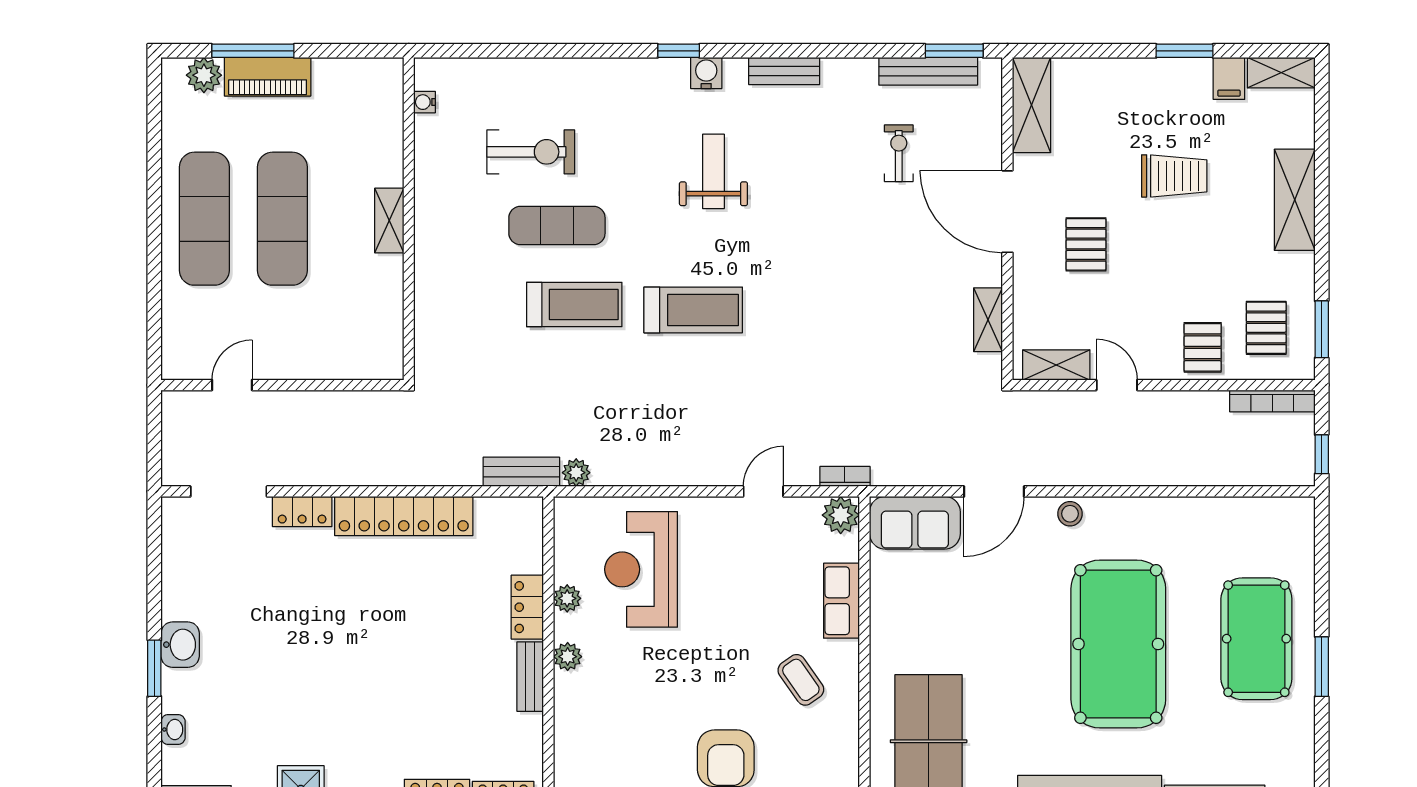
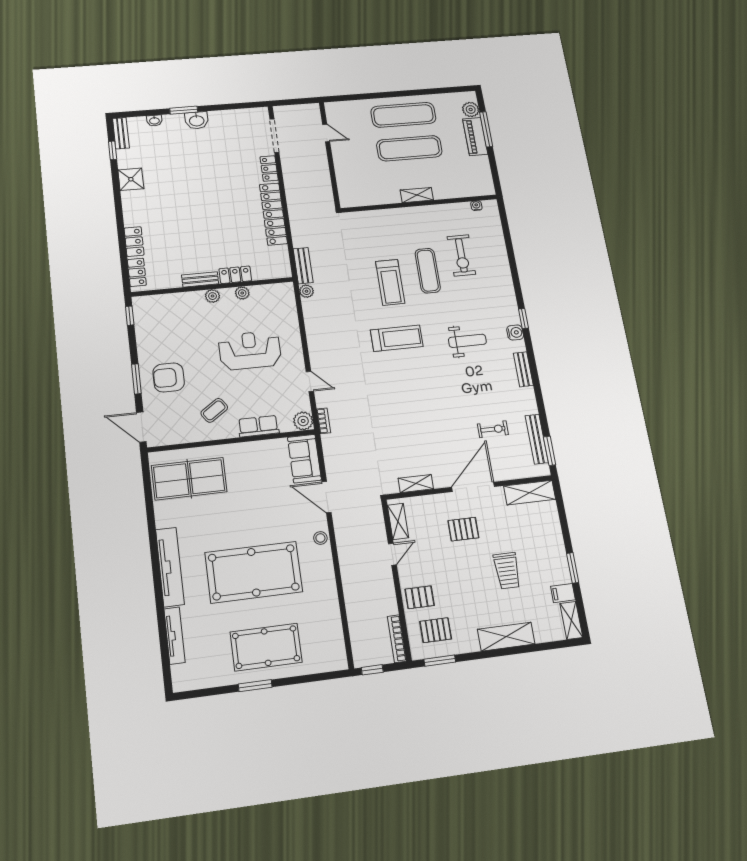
treadmill: (693, 310) -> (397, 338), turned -90
reception desk: (641, 569) -> (250, 350), moved

